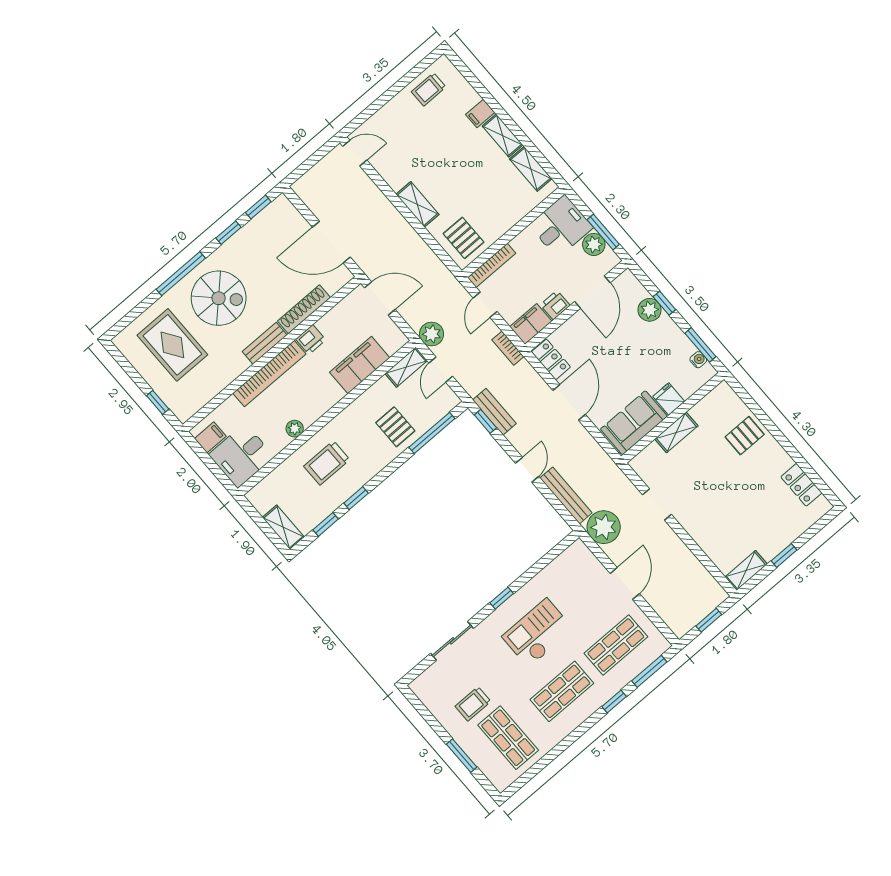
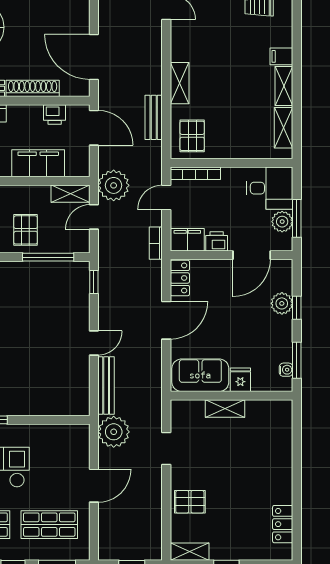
plant: (432, 334) -> (114, 185), width x1.36, depth x1.36
printer: (311, 340) -> (55, 114), moved
bench: (494, 412) -> (154, 117), moved
pallet: (745, 436) -> (190, 502), moved

